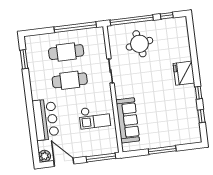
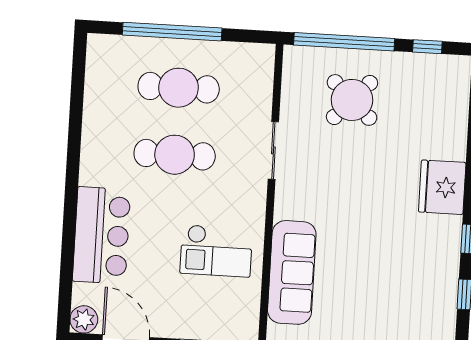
window: (75, 27) -> (172, 32), moved
round table: (139, 44) -> (352, 100), turned -36
window: (24, 59) -> (78, 86), removed

